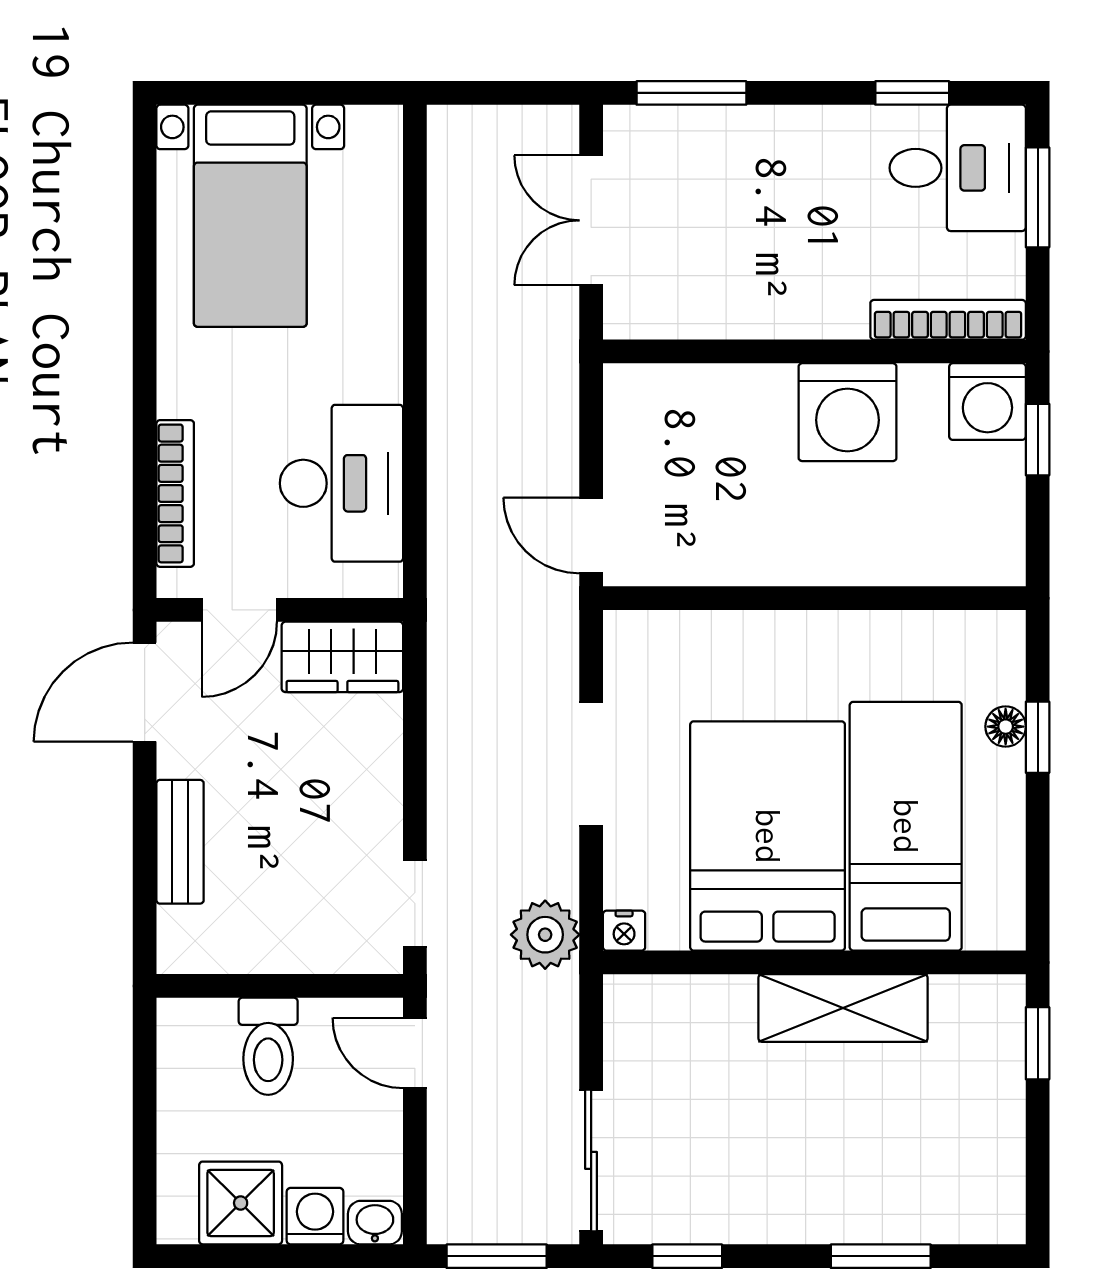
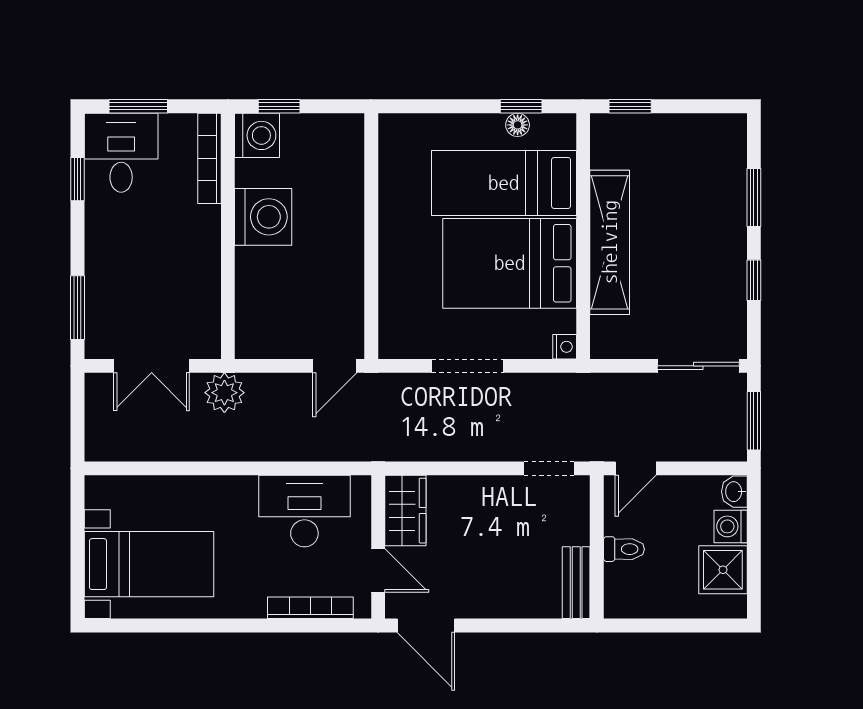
floor lamp: (1006, 727) -> (518, 125), moved
window: (1038, 737) -> (521, 106), moved
bench: (180, 842) -> (576, 583), moved, turned 90
plant: (545, 935) -> (224, 393), moved
shelving: (843, 1008) -> (610, 242), width x1.47
toilet: (268, 1046) -> (624, 549), width x0.73, depth x0.72
window: (687, 1256) -> (754, 280), moved

